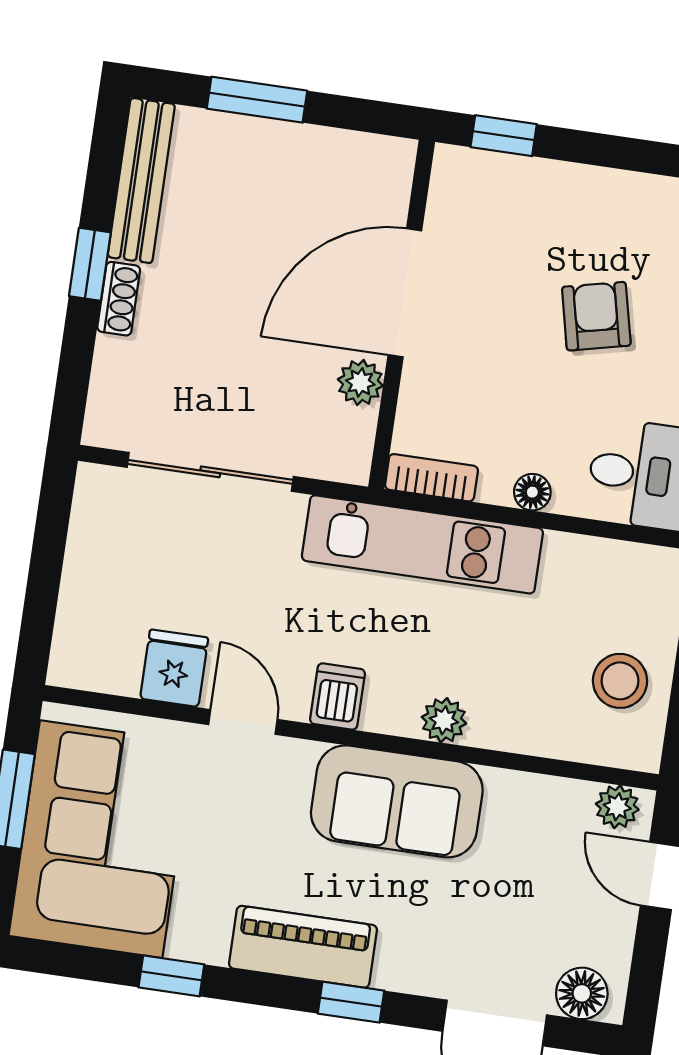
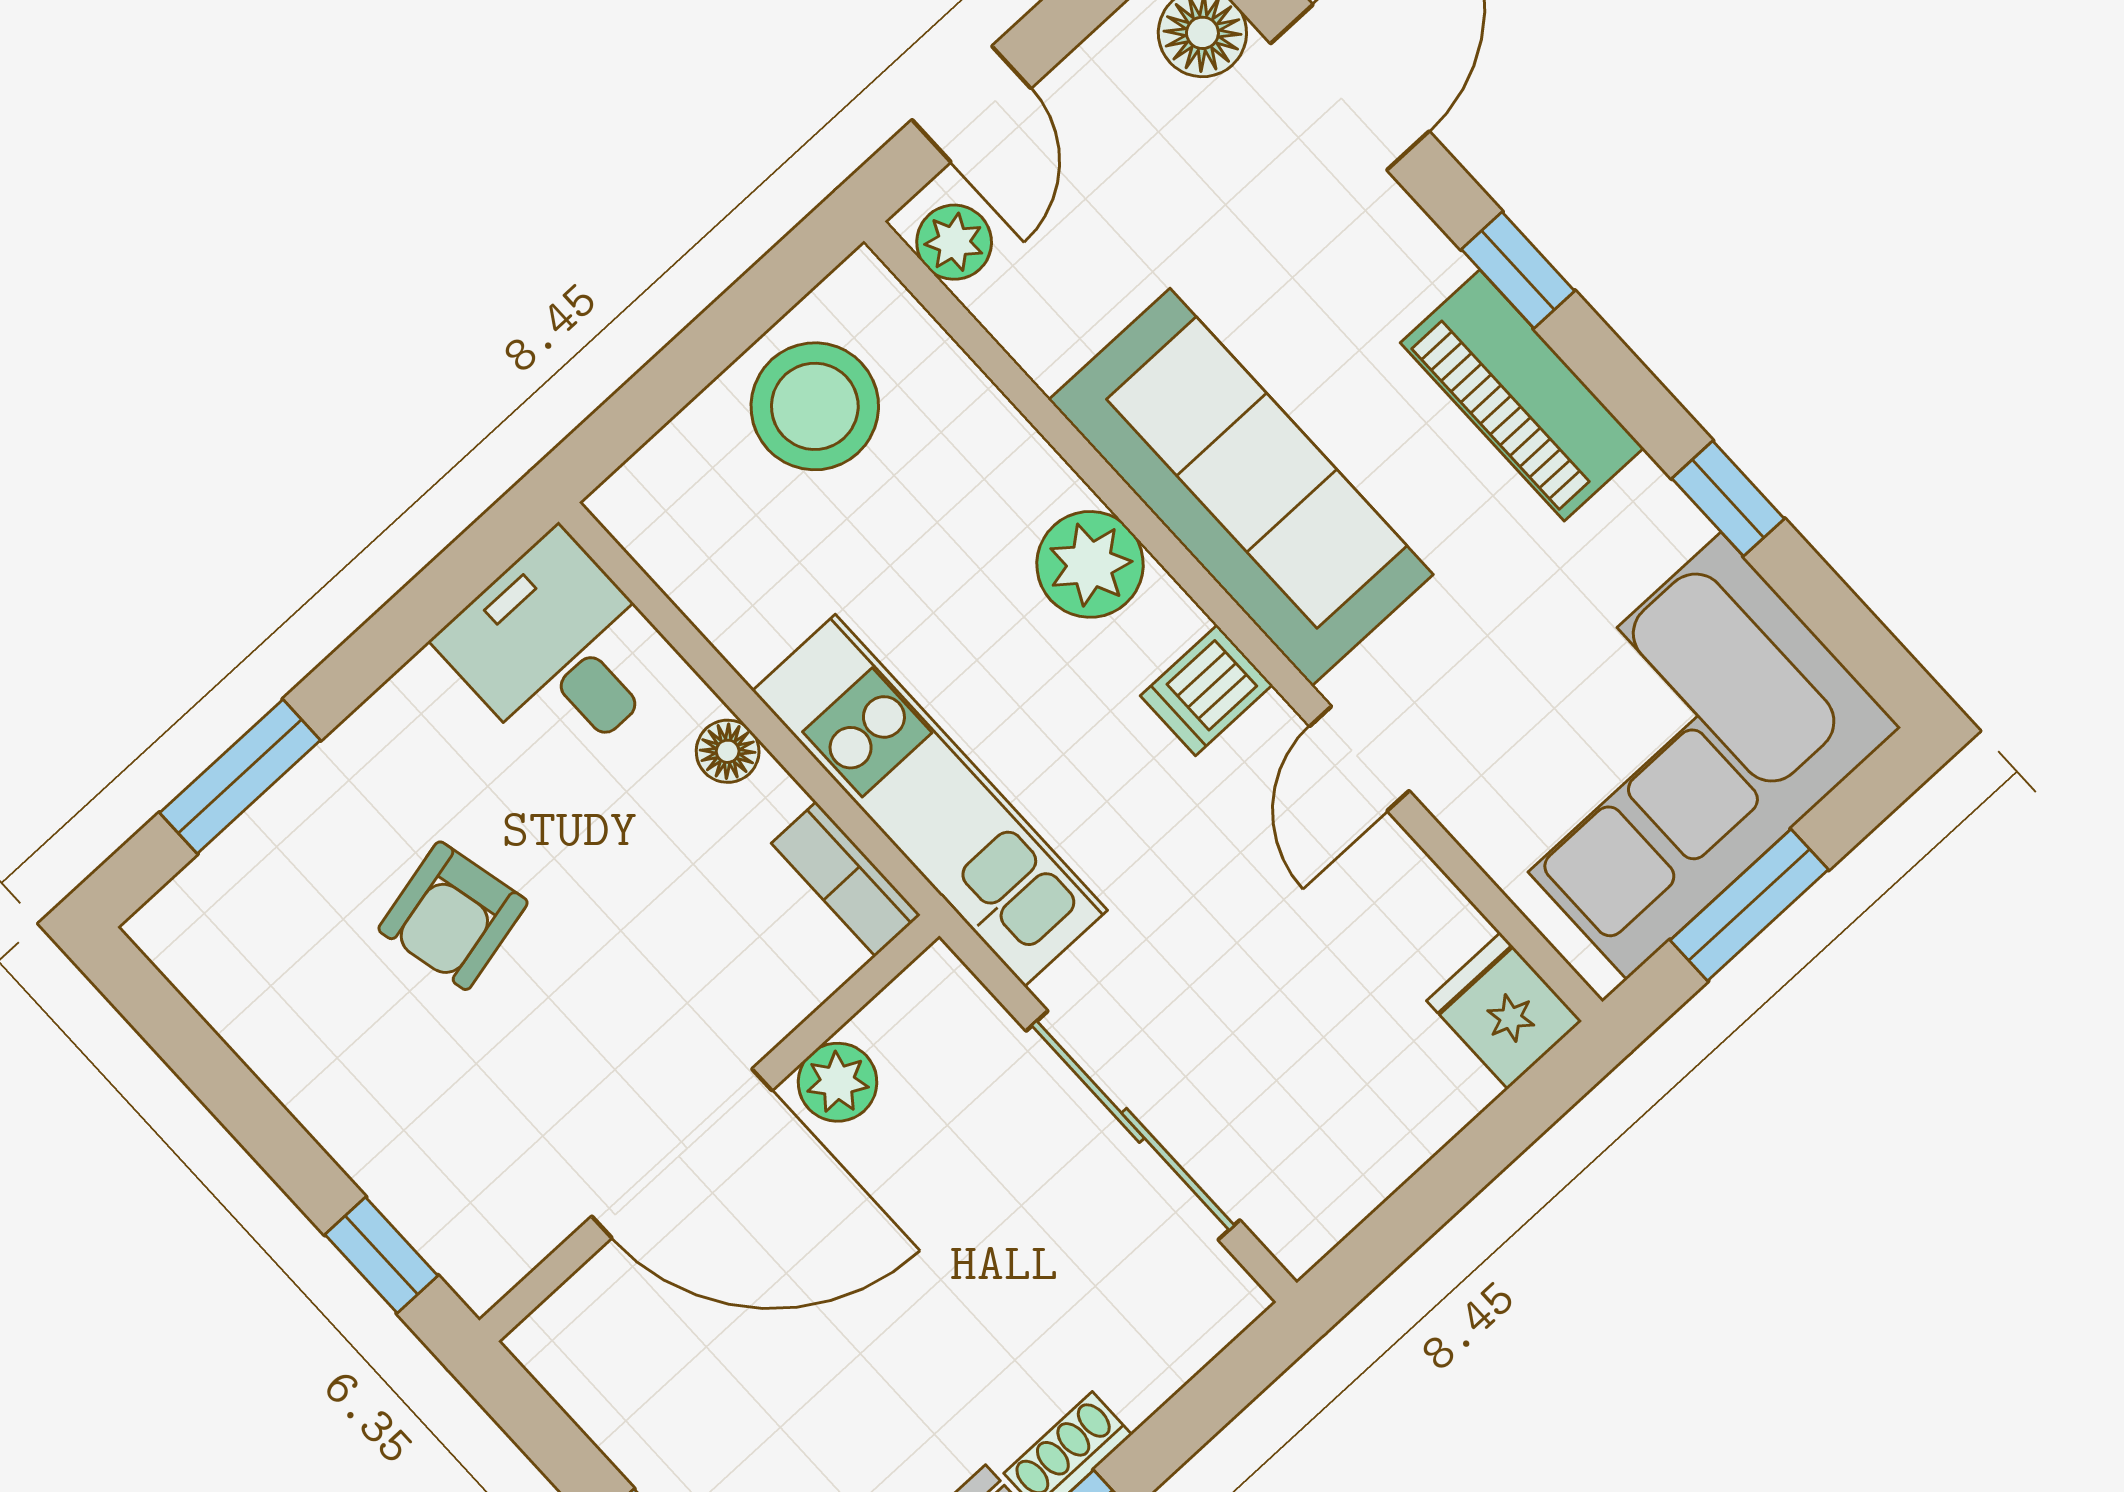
fridge: (174, 668) -> (1504, 1011), moved, turned 90
stool: (620, 681) -> (815, 406), width x1.38, depth x1.38
plant: (444, 720) -> (1090, 564), width x1.38, depth x1.38
sofa: (397, 801) -> (1241, 487), width x1.36

